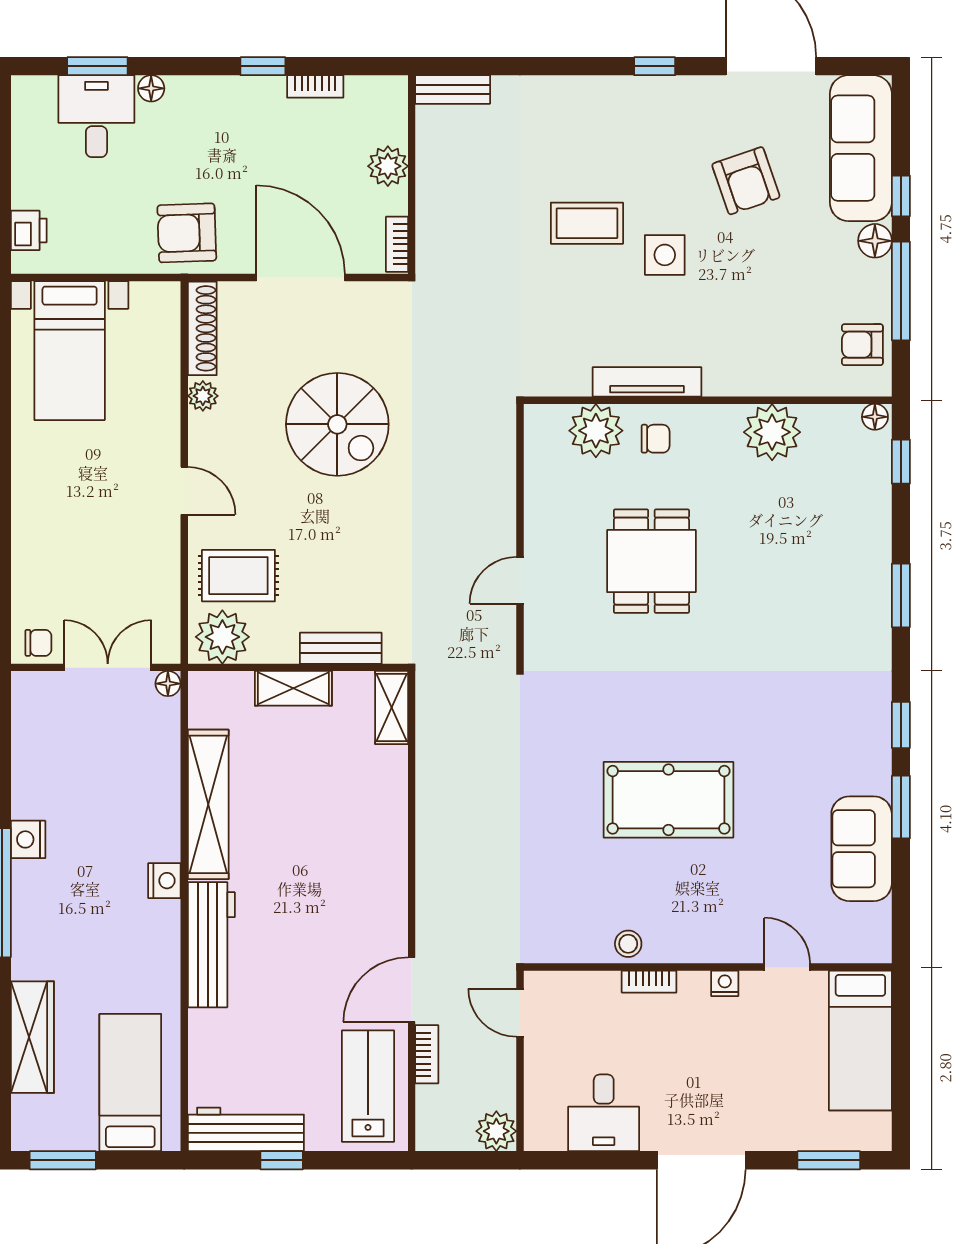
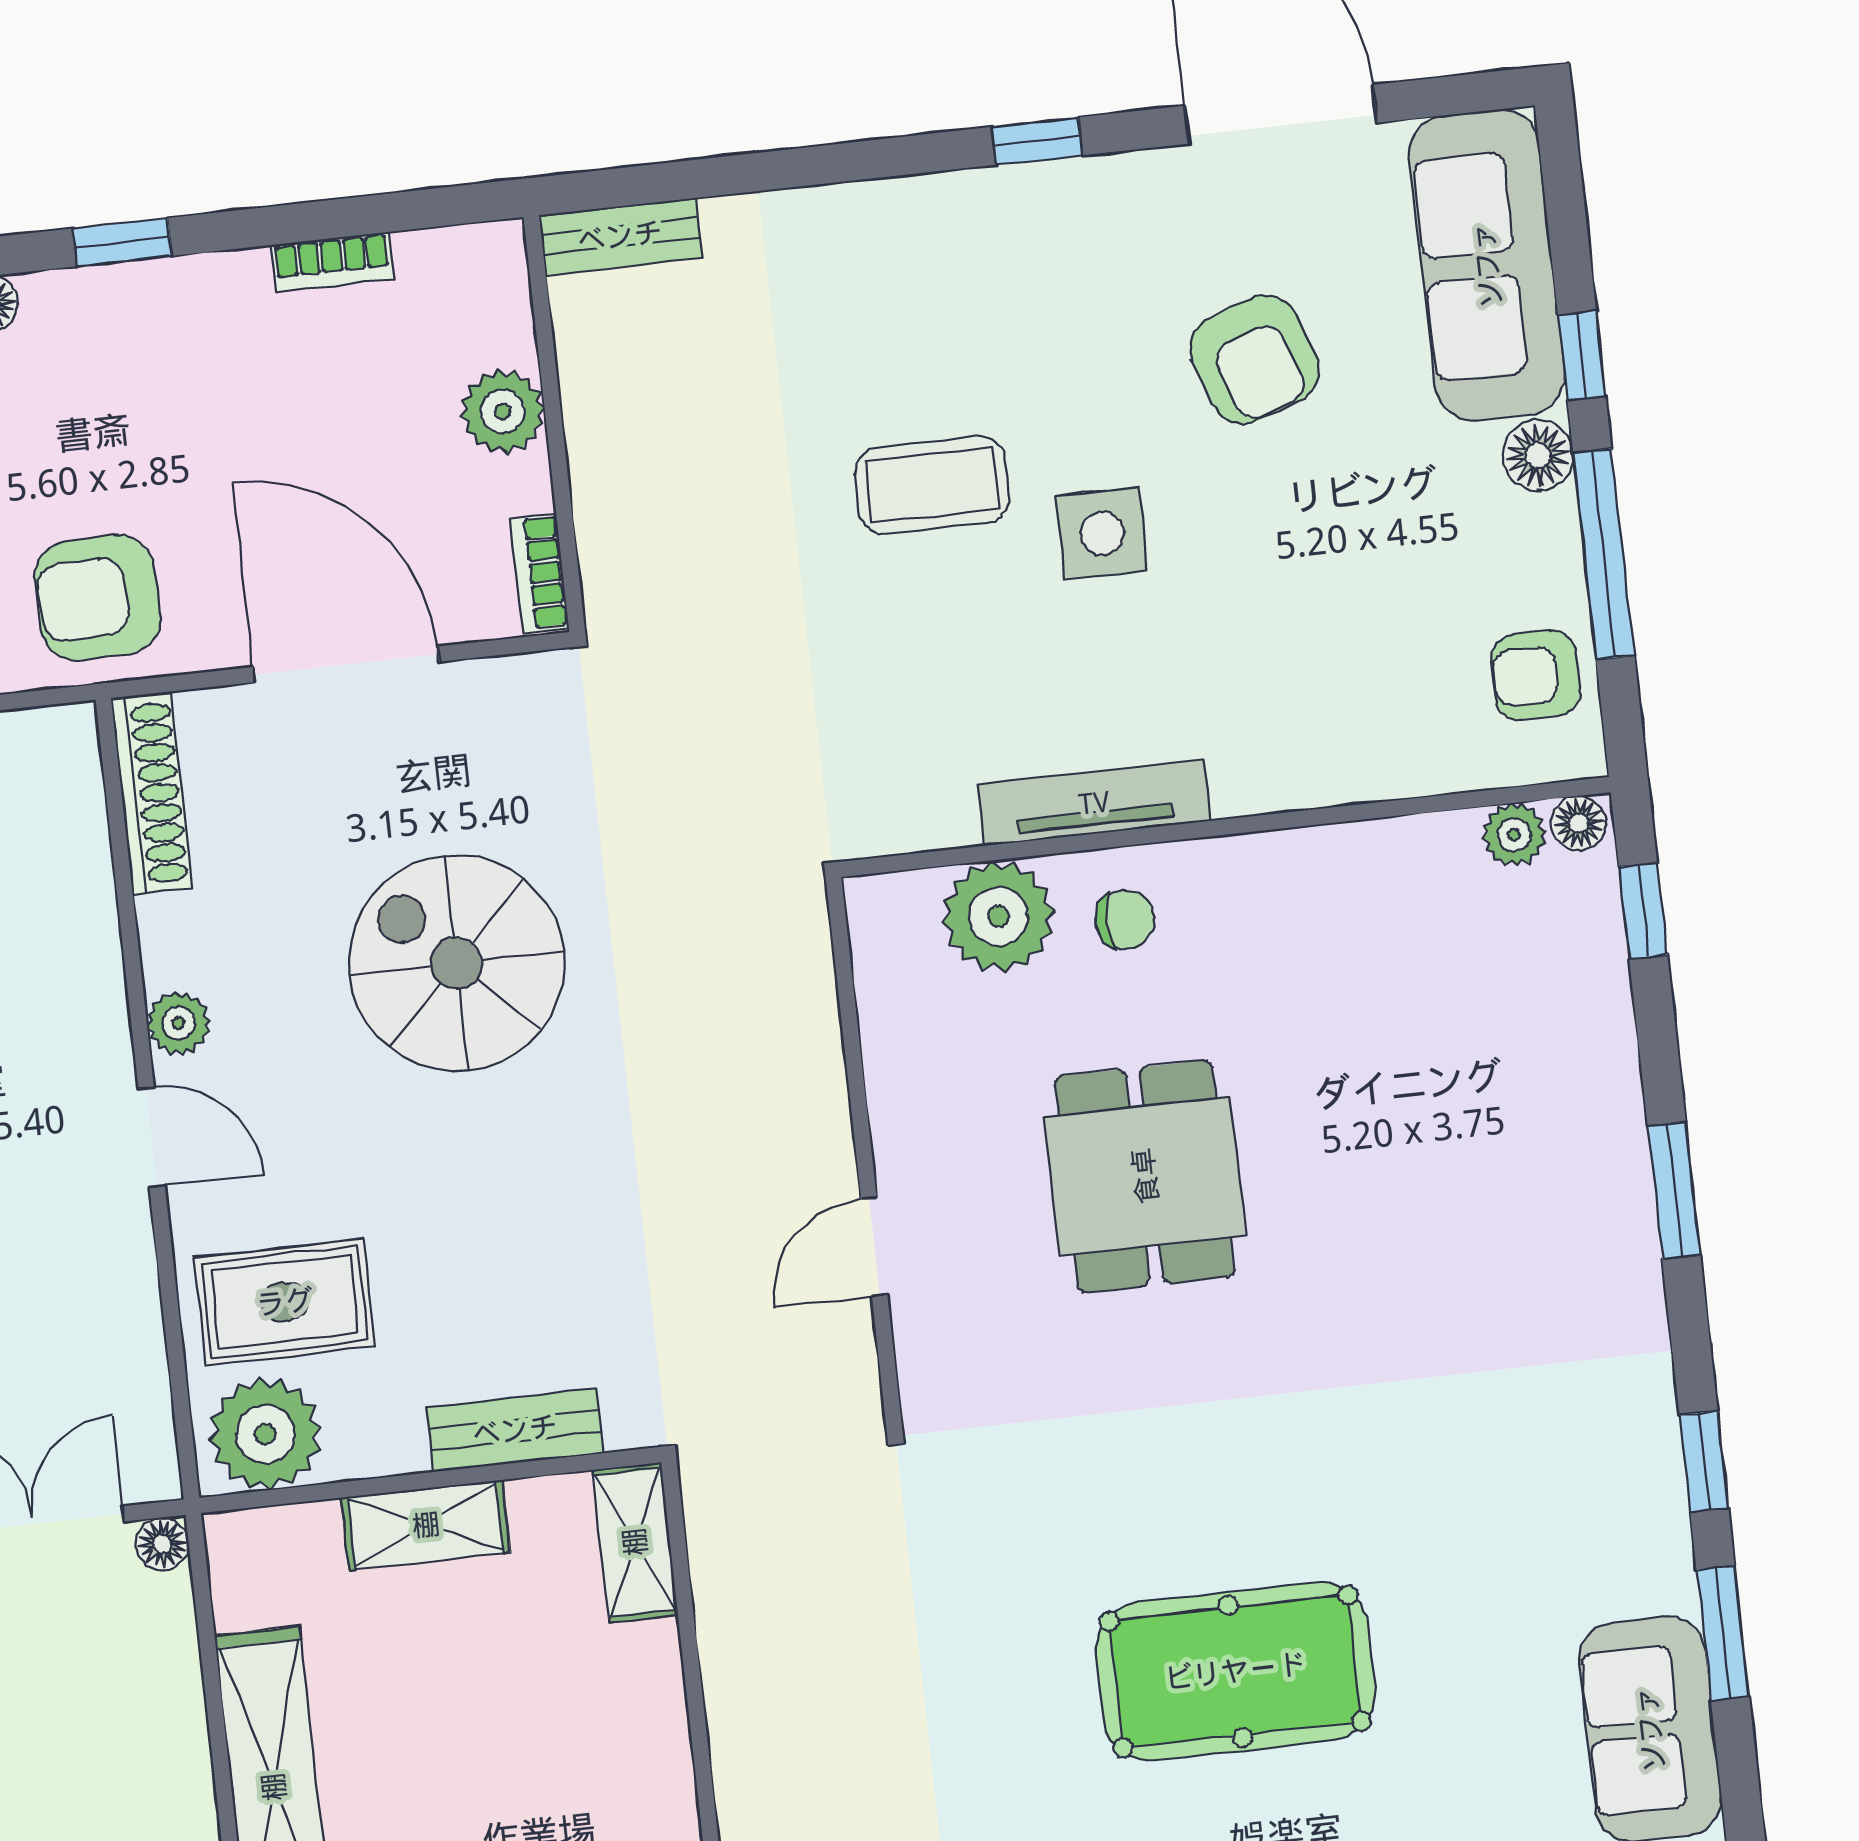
window: (263, 66) -> (122, 242), moved
plant: (203, 396) -> (179, 1023), moved
spiral stairs: (337, 424) -> (457, 963), turned 180
plant: (772, 432) -> (1514, 835), moved, width x0.53, depth x0.53

